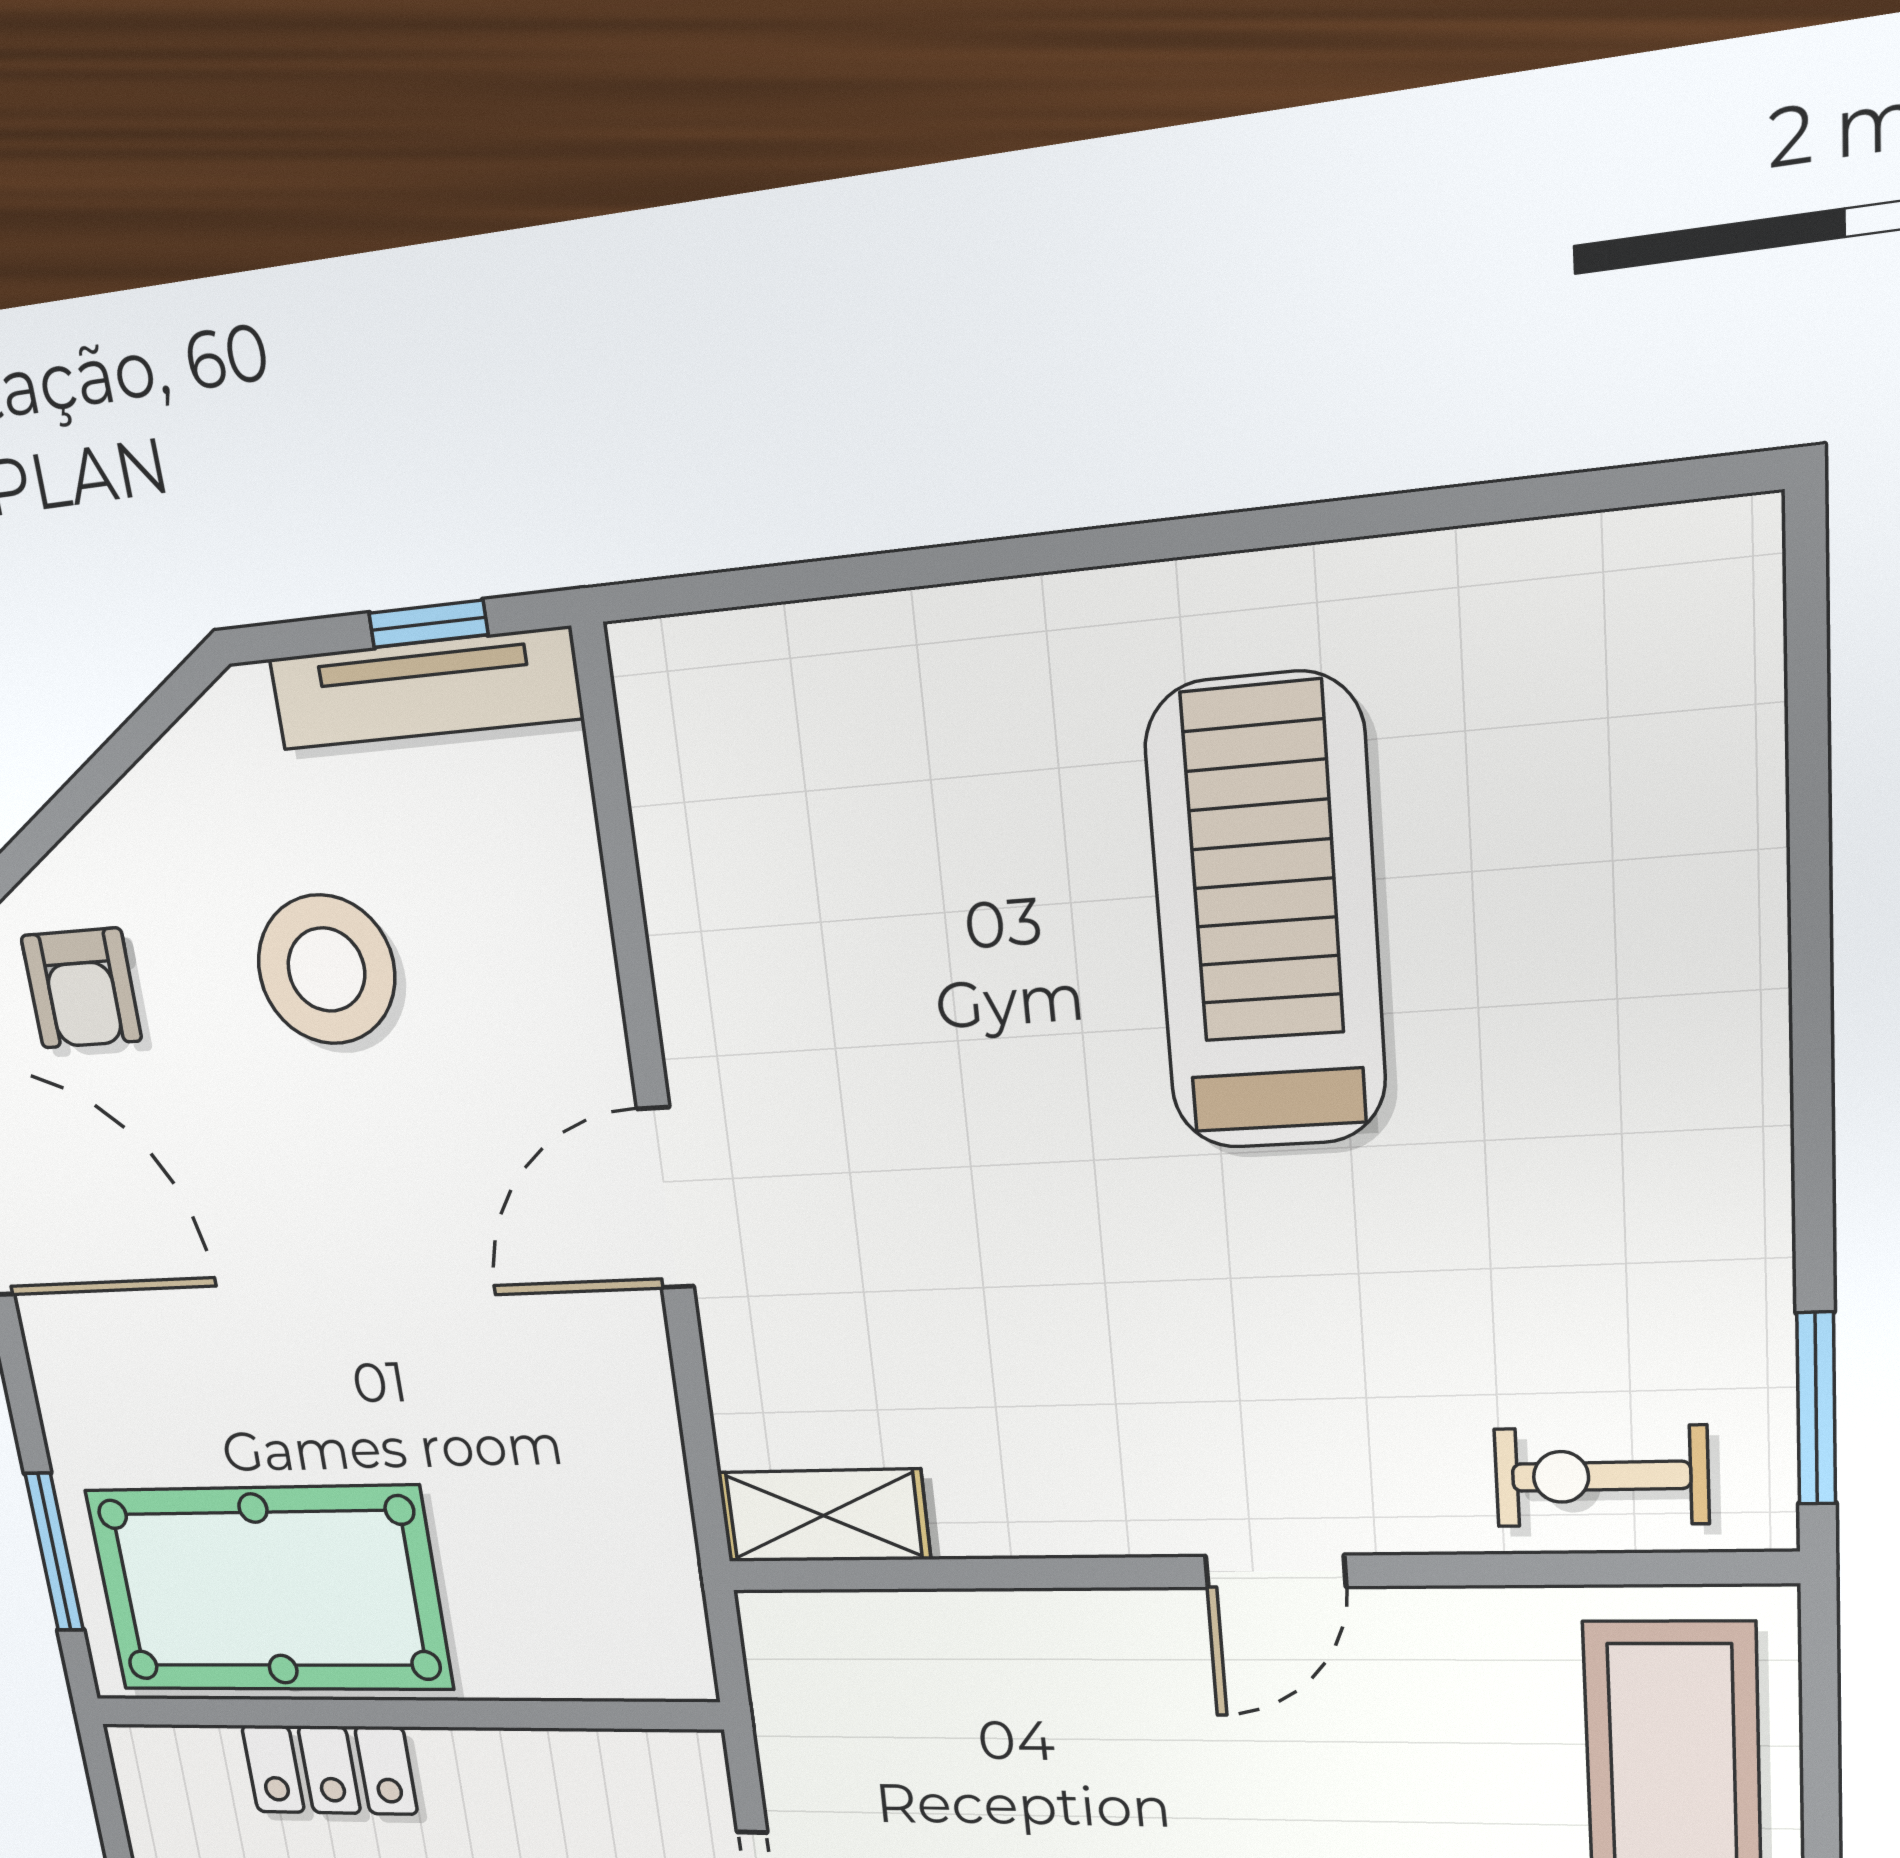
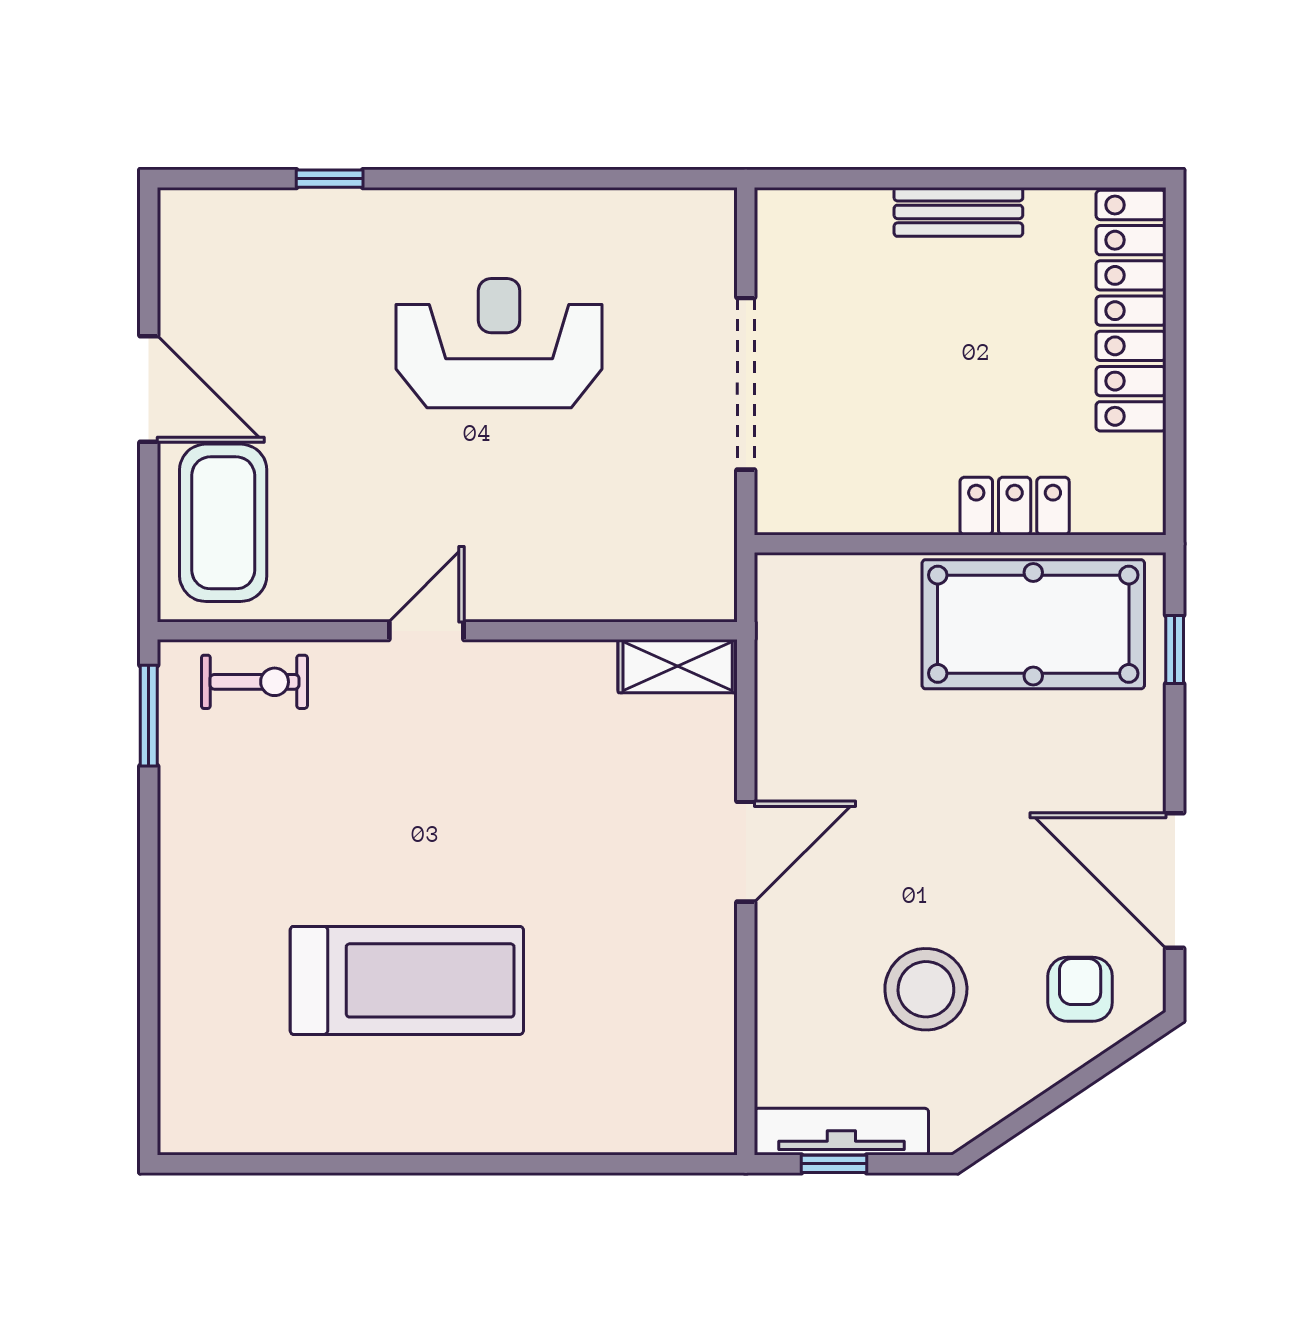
treadmill: (1266, 916) -> (407, 980), turned -90
window: (54, 1552) -> (1175, 649), width x0.67

